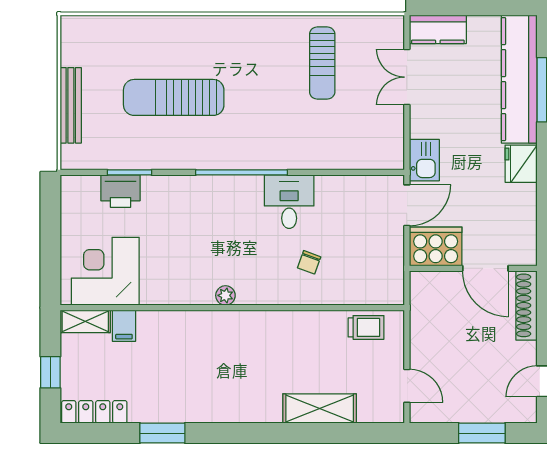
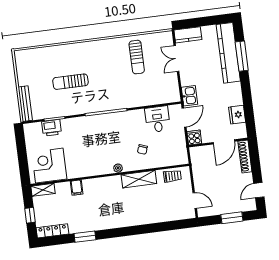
sun lounger: (174, 97) -> (70, 82), width x0.73, depth x0.75
bench: (71, 105) -> (25, 104), moved
fridge: (521, 164) -> (237, 115), moved
desk: (289, 202) -> (157, 119), moved
cooker: (436, 246) -> (194, 138), width x0.53, depth x0.76
door: (485, 268) -> (224, 142), hinge flipped
plant: (225, 295) -> (118, 168), moved
filing cabinet: (124, 326) -> (77, 188), moved
shelving: (320, 408) -> (139, 179), moved

